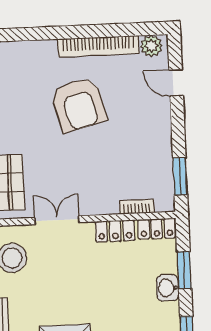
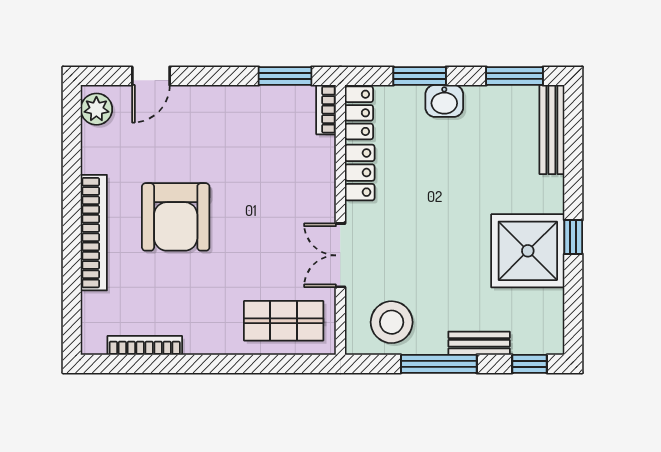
bookcase: (98, 46) -> (94, 233), moved
armchair: (79, 104) -> (176, 217), turned 105
bookcase: (137, 207) -> (326, 110), moved

